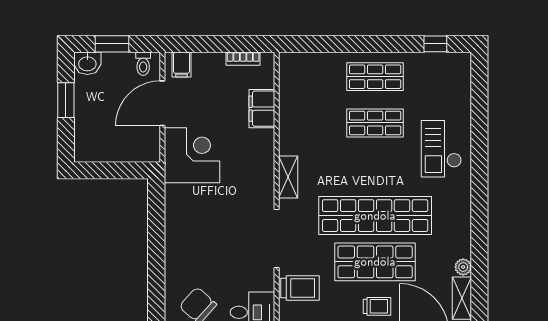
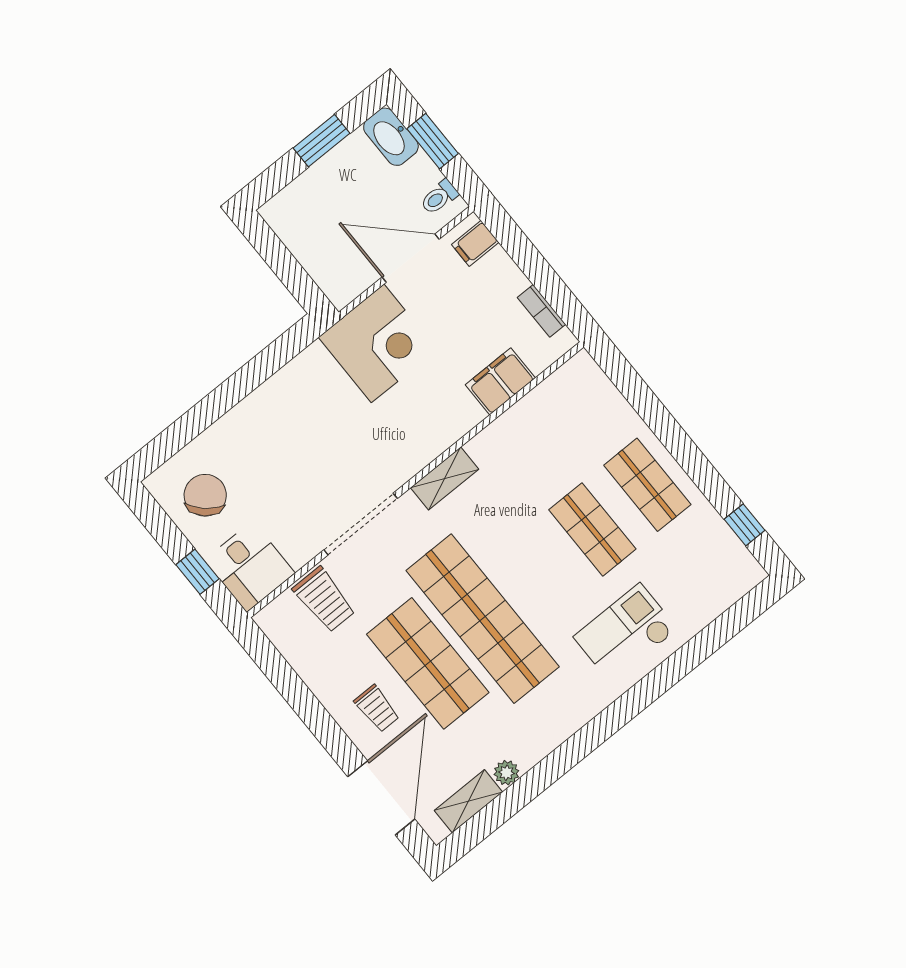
washbasin: (87, 63) -> (391, 137), width x1.38

